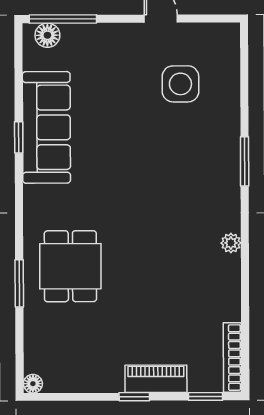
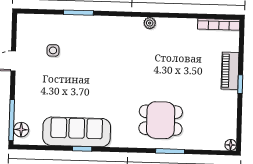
side table: (180, 84) -> (53, 50), width x0.54, depth x0.54
window: (245, 161) -> (78, 13), moved
window: (206, 396) -> (242, 41), removed

